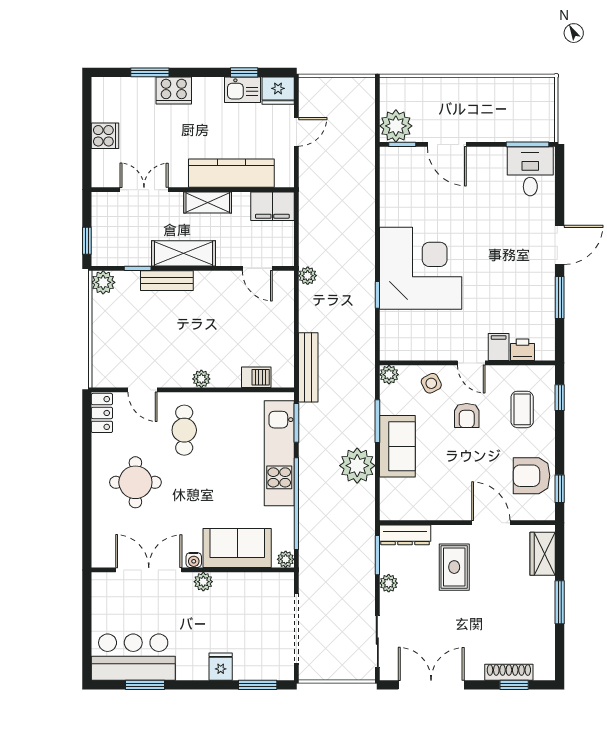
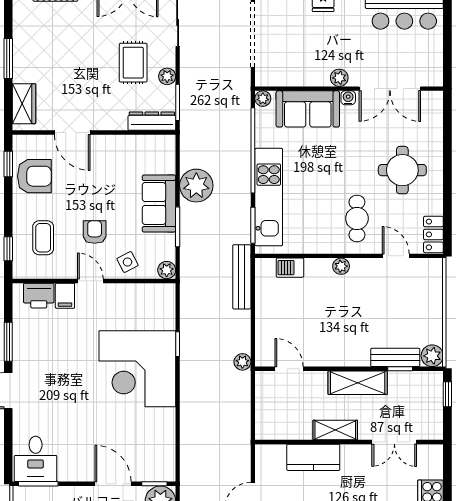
kitchen counter: (231, 173) -> (313, 457), width x0.67
filing cabinet: (272, 206) -> (275, 427), removed
bench: (167, 281) -> (395, 357), moved
printer: (523, 350) -> (39, 296), width x1.36, depth x1.24
rug: (454, 567) -> (133, 63), moved

